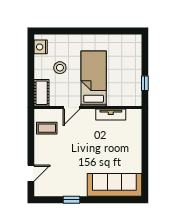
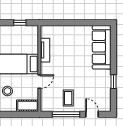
door: (72, 108) -> (39, 82), hinge flipped
coffee table: (47, 128) -> (68, 98), moved
window: (31, 141) -> (66, 114), added

